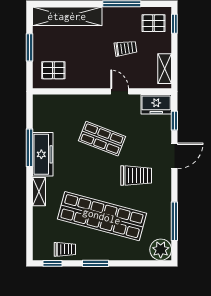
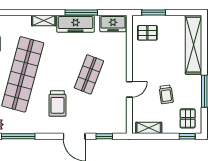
window: (30, 47) -> (154, 12), moved
pallet: (53, 70) -> (147, 33), turned 90
freezer: (156, 104) -> (113, 23), moved, turned -90

